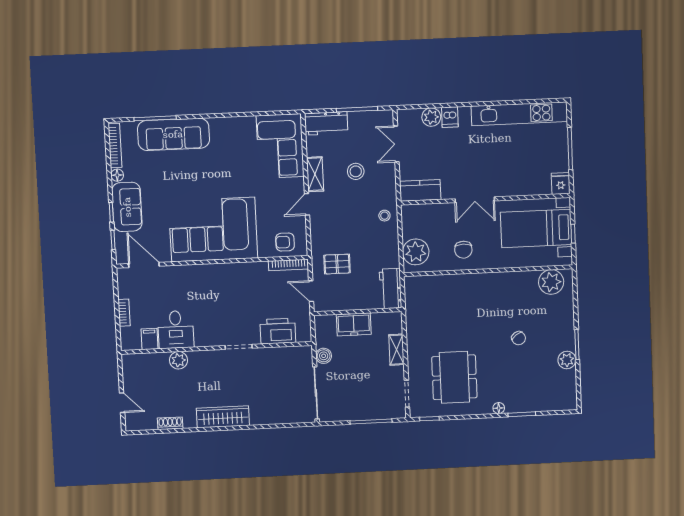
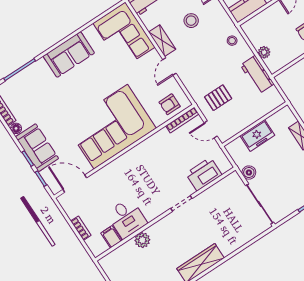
sofa: (173, 134) -> (69, 55), moved, width x0.73
plant: (416, 252) -> (264, 52), width x0.53, depth x0.53
workbench: (390, 289) -> (257, 74), moved

